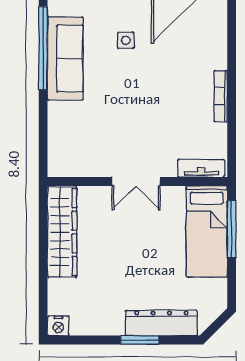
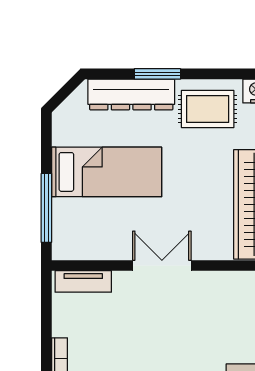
bed: (207, 231) -> (107, 172), moved, turned 90
rug: (98, 311) -> (208, 109), added

